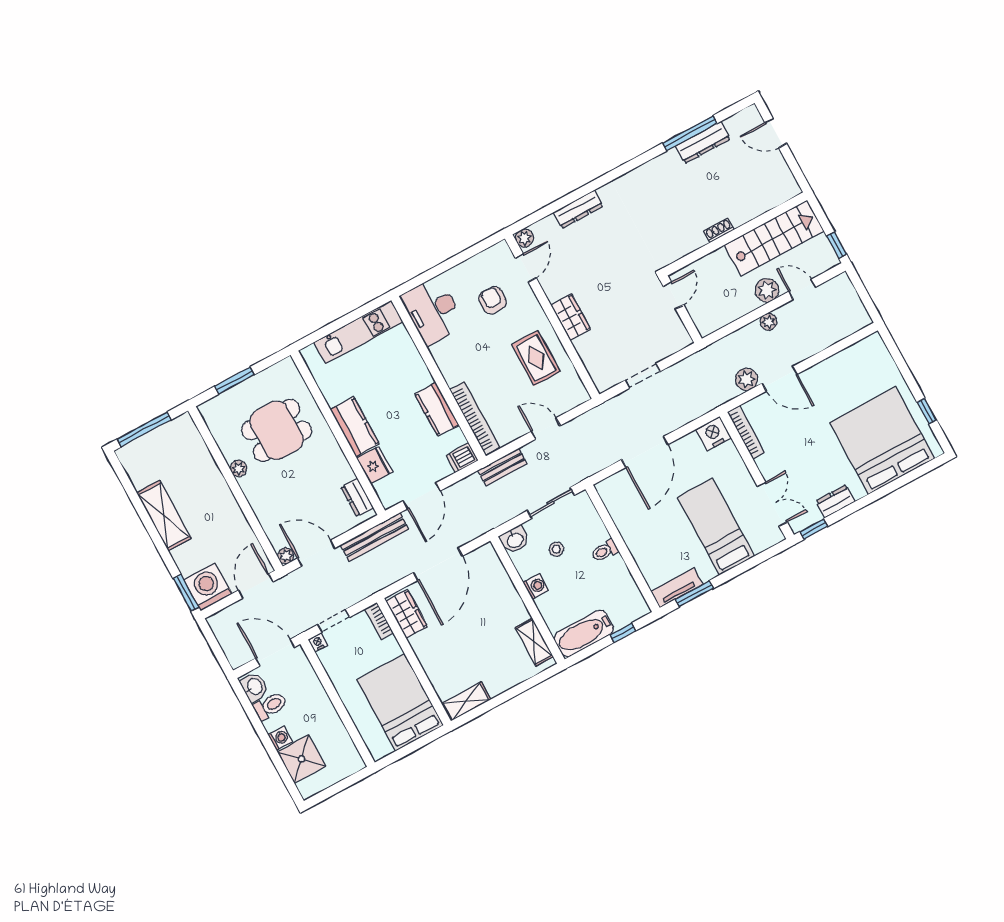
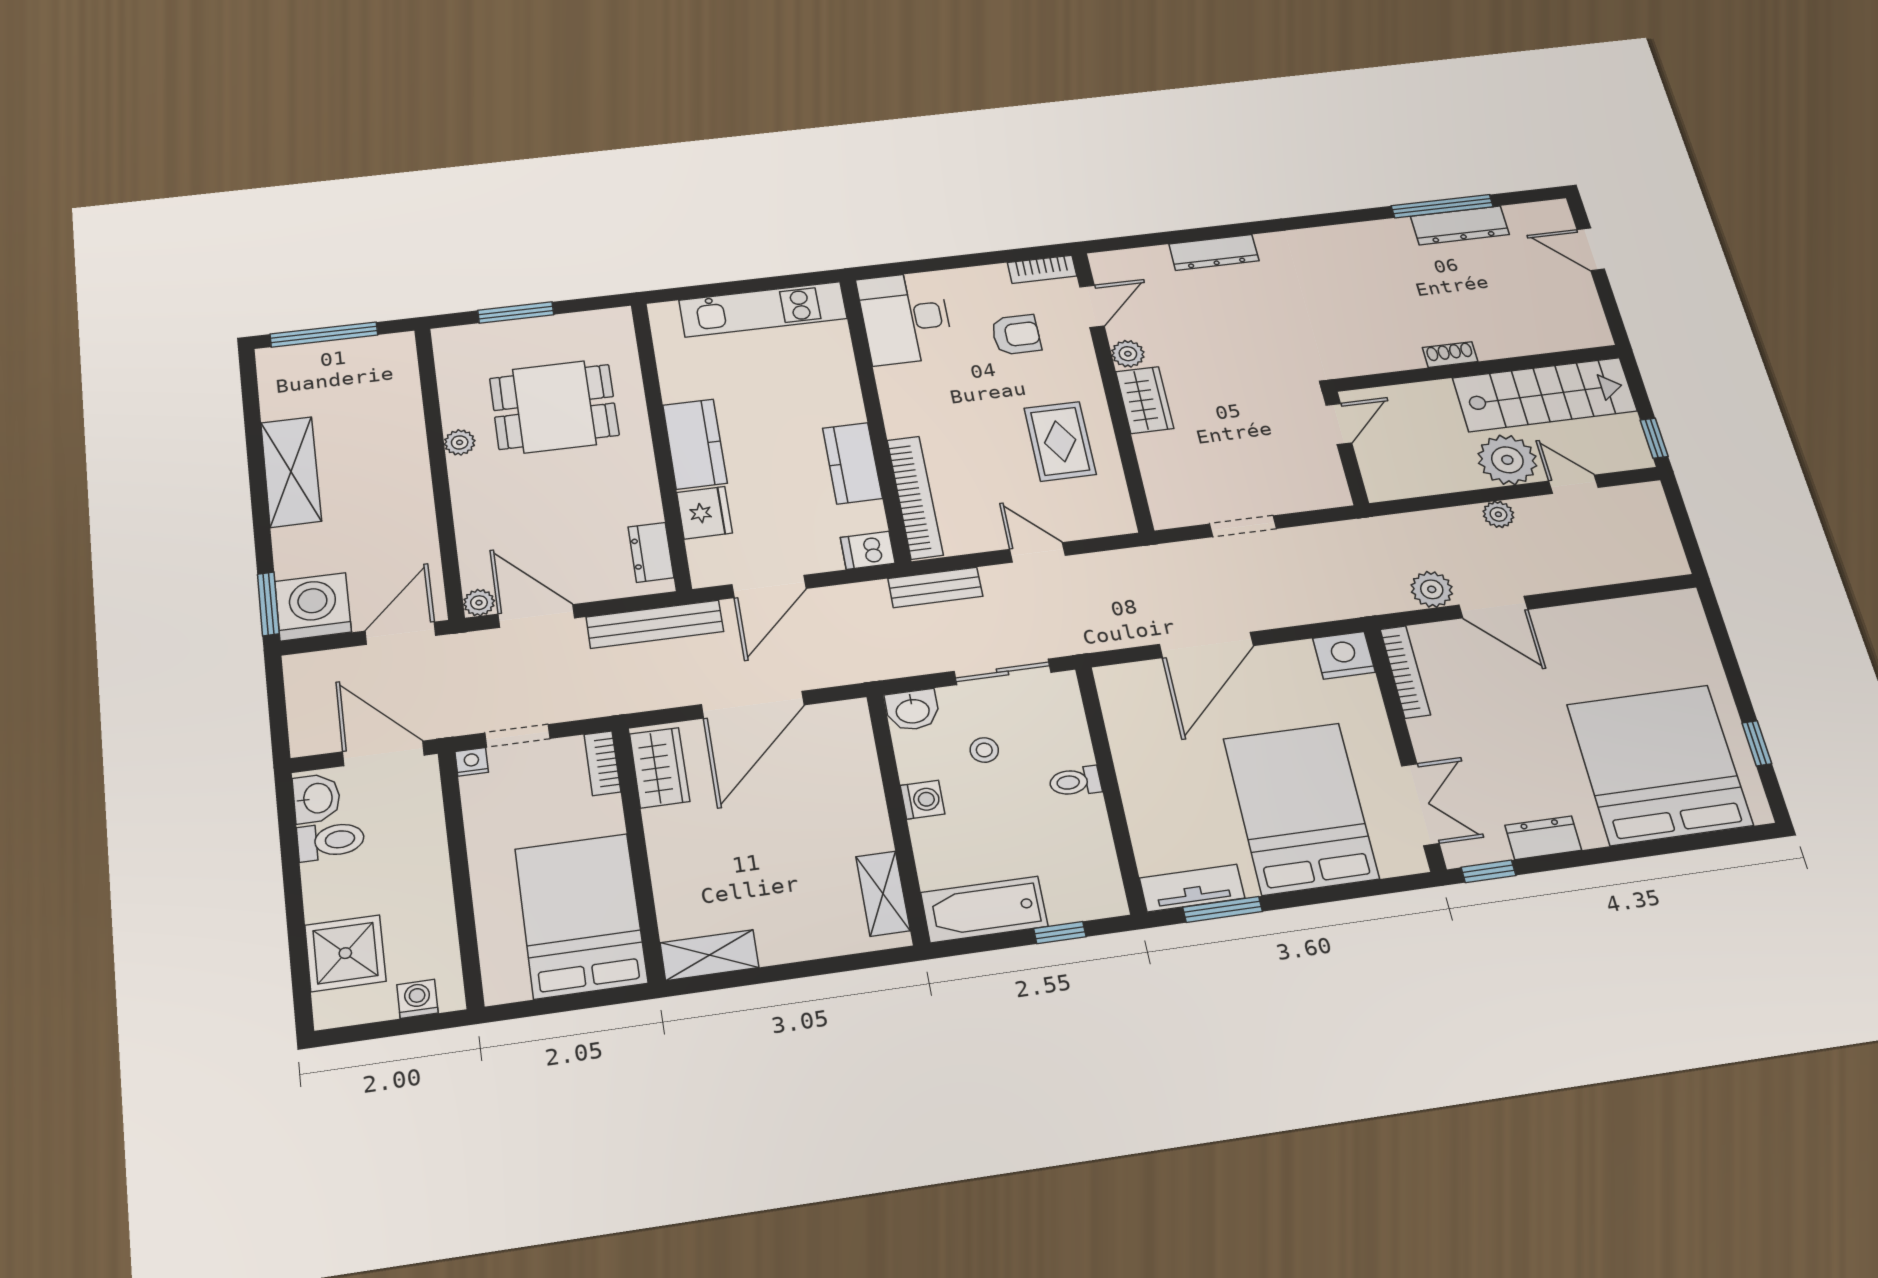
plant: (525, 238) -> (1128, 354), moved
bookcase: (492, 253) -> (1042, 269), added
plant: (767, 290) -> (1507, 460), width x1.36, depth x1.36
armchair: (492, 300) -> (1016, 335), turned 90
bed: (716, 527) -> (1301, 808), width x1.50
washing machine: (280, 738) -> (417, 999), moved, turned -90

